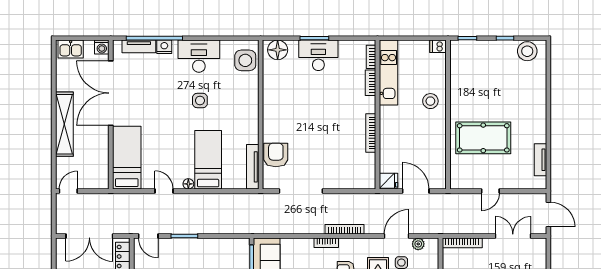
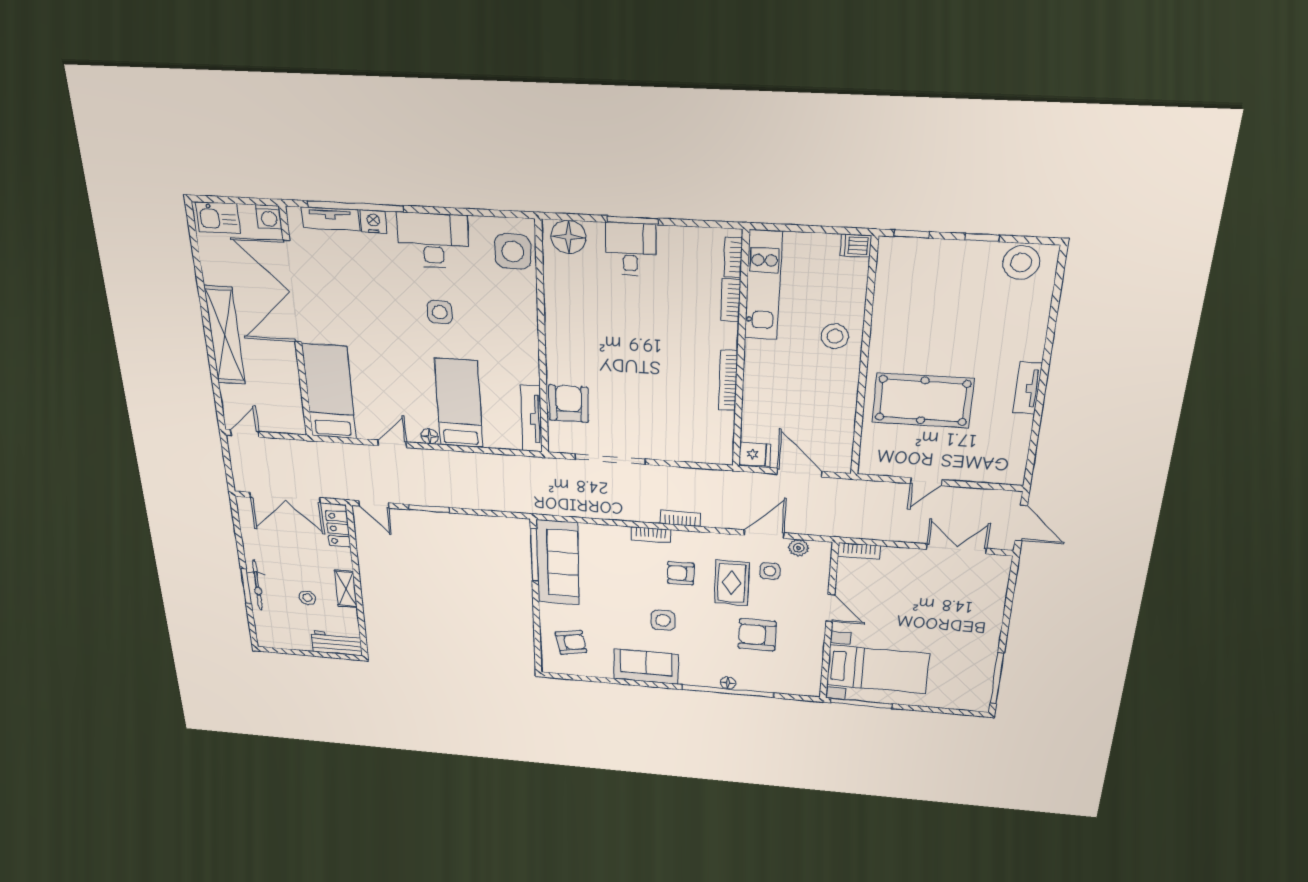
desk: (318, 55) -> (630, 249), width x0.73
tv unit: (540, 160) -> (1028, 388), moved
door: (164, 191) -> (392, 444), hinge flipped
bookcase: (344, 229) -> (680, 518), width x0.64
bookcase: (462, 243) -> (859, 551), width x0.64

